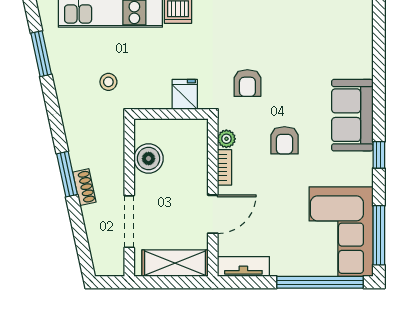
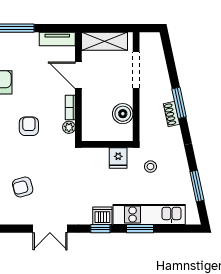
armchair: (247, 83) -> (23, 187), moved, turned -105
fridge: (185, 94) -> (118, 158), moved
shoe rack: (84, 187) -> (171, 114), moved
door: (213, 214) -> (78, 75), hinge flipped

